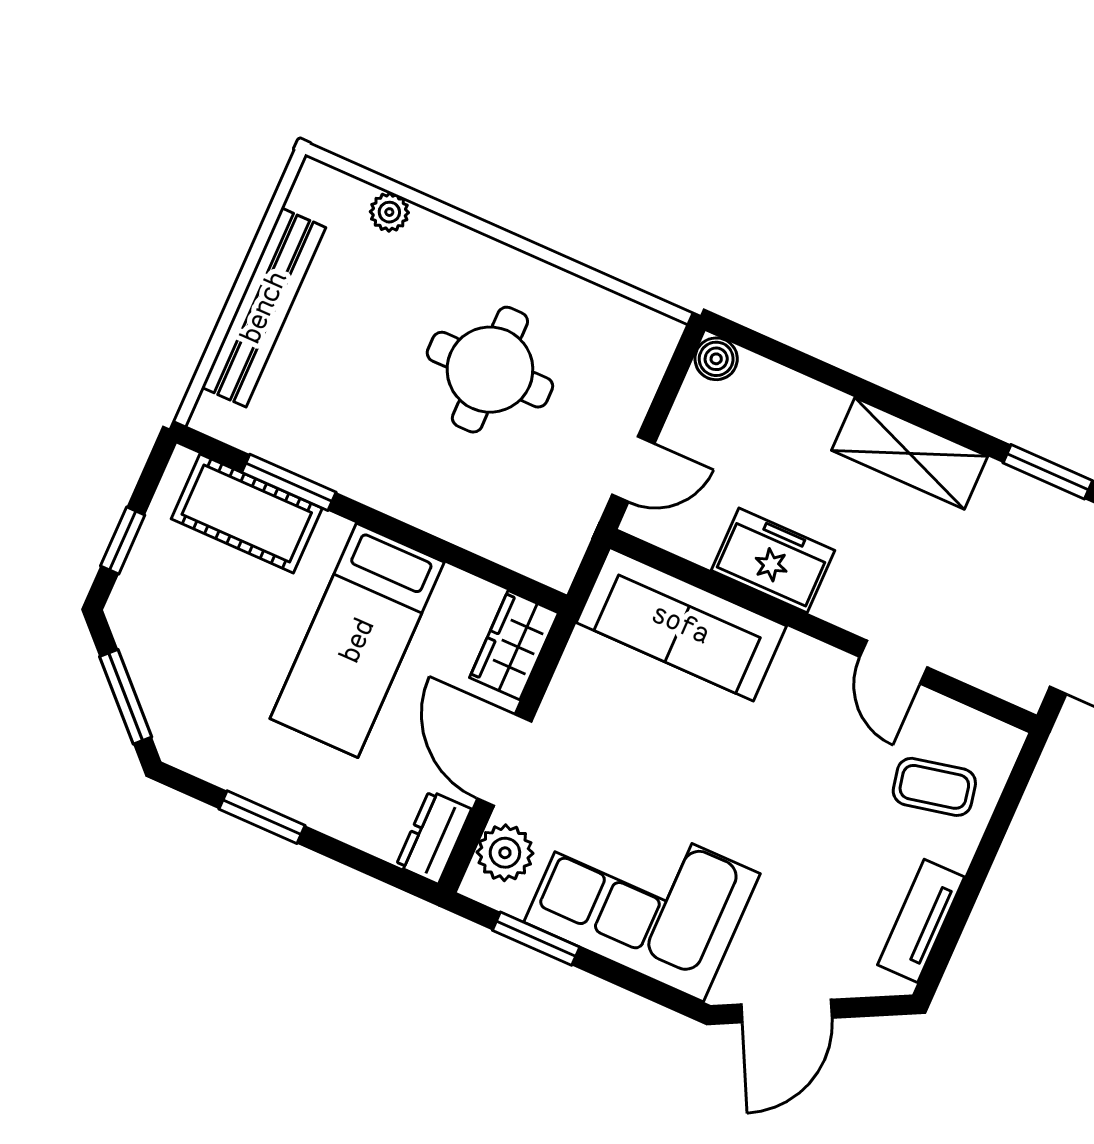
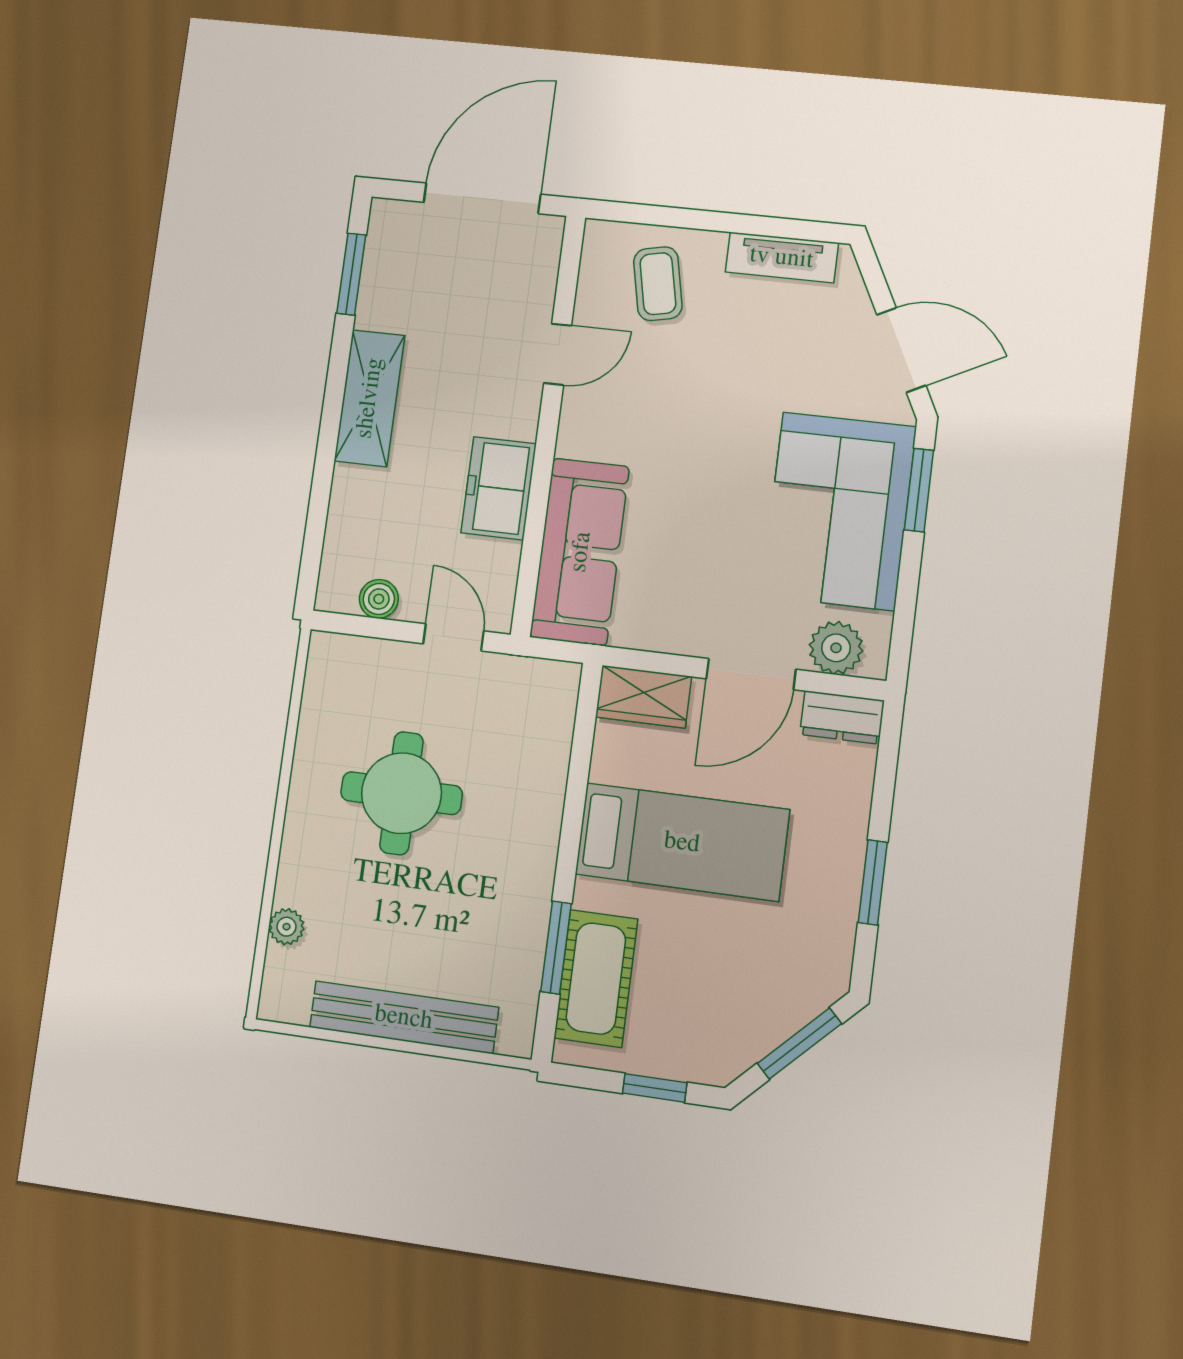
boiler: (716, 359) -> (379, 599), moved
window: (536, 939) -> (919, 490), moved

